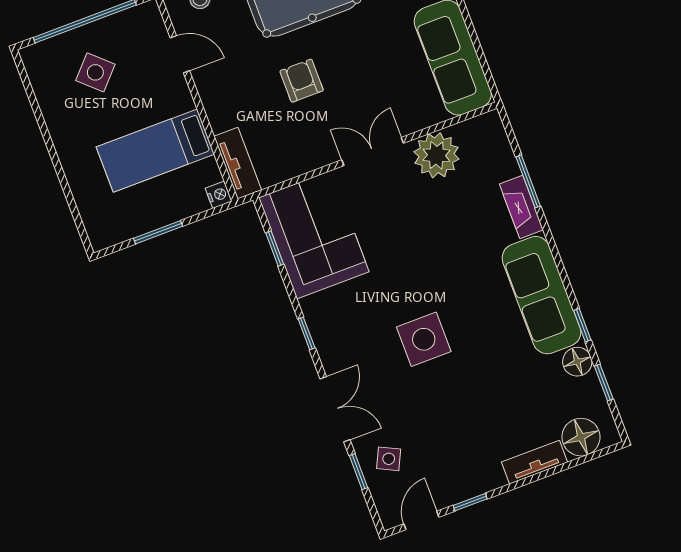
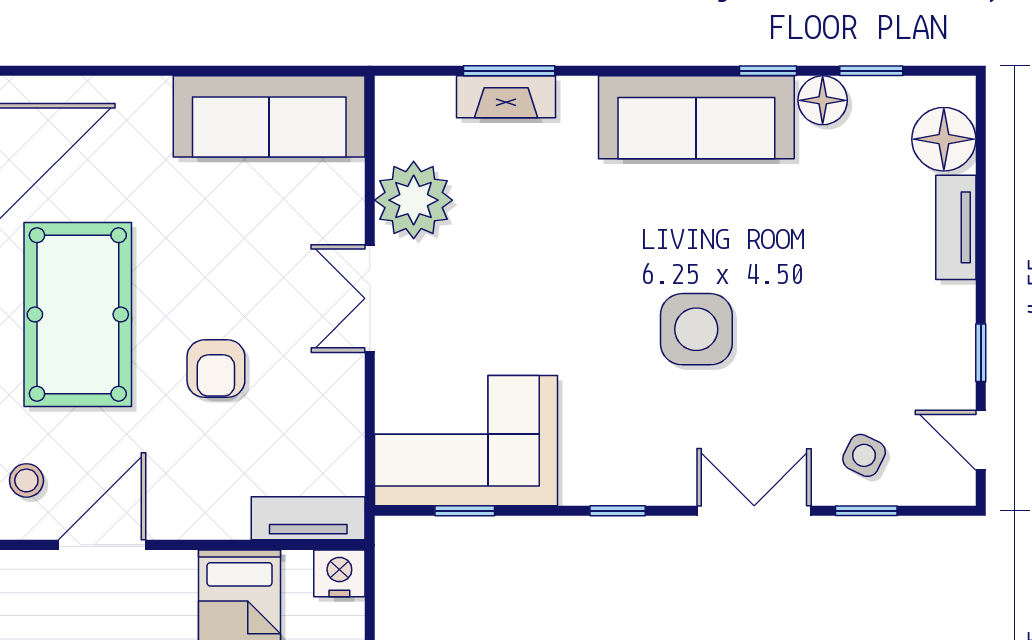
door: (180, 54) -> (102, 545), width x1.38
armchair: (302, 81) -> (216, 369), turned -90
nightstand: (219, 195) -> (339, 573), width x1.39, depth x1.35
fireplace: (521, 207) -> (506, 97), moved

